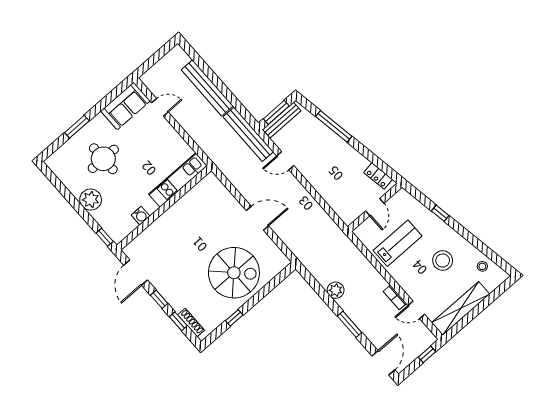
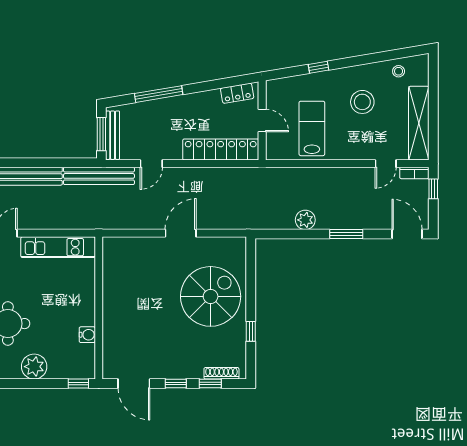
kitchen unit: (178, 180) -> (58, 247), moved, turned -90
locker: (333, 197) -> (221, 149), added
bookcase: (395, 297) -> (414, 173), moved

